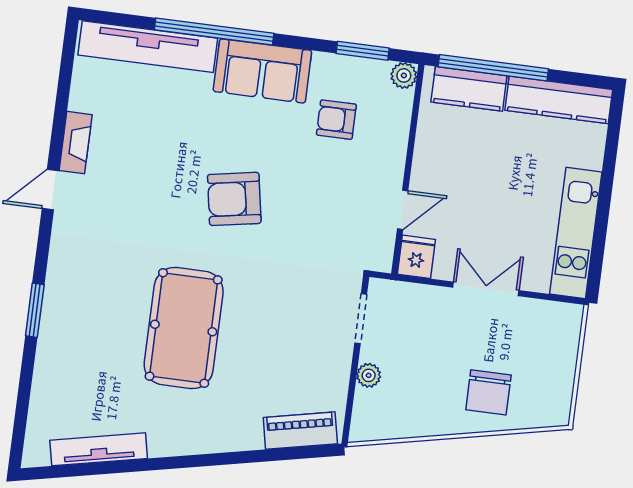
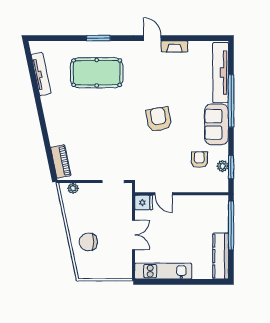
plant: (404, 75) -> (223, 166), moved
kitchen counter: (469, 89) -> (220, 216), removed
pool table: (184, 328) -> (97, 73), moved
plant: (369, 375) -> (73, 188), moved

